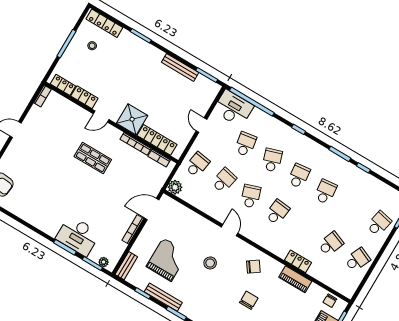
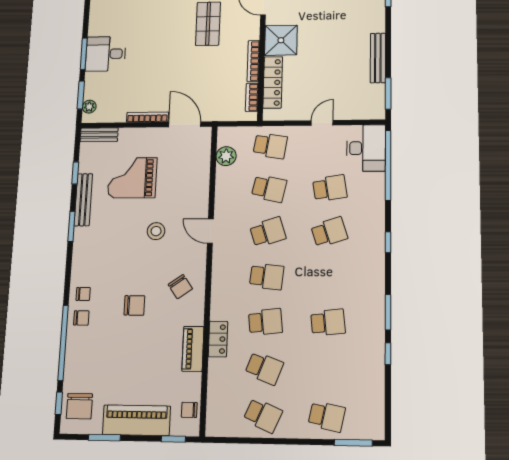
school desk: (299, 176) -> (265, 322), moved
plant: (175, 187) -> (226, 156), moved
door: (230, 230) -> (210, 231), swing flipped
desk: (78, 236) -> (106, 54), width x0.73
grand piano: (167, 260) -> (132, 178), turned 180

